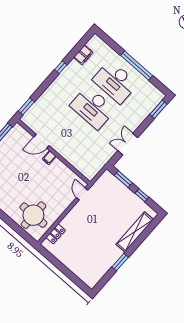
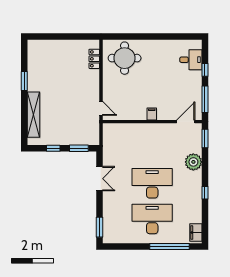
filing cabinet: (83, 55) -> (196, 233), moved
window: (137, 65) -> (169, 246), moved
plant: (49, 97) -> (193, 162), added
door: (42, 141) -> (186, 122), moved

